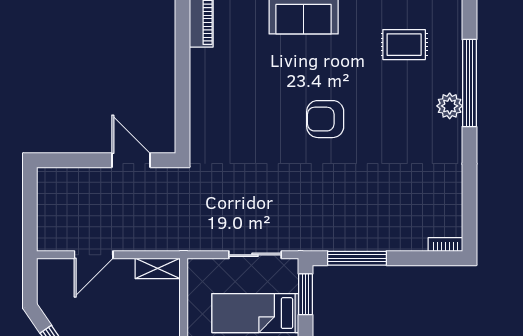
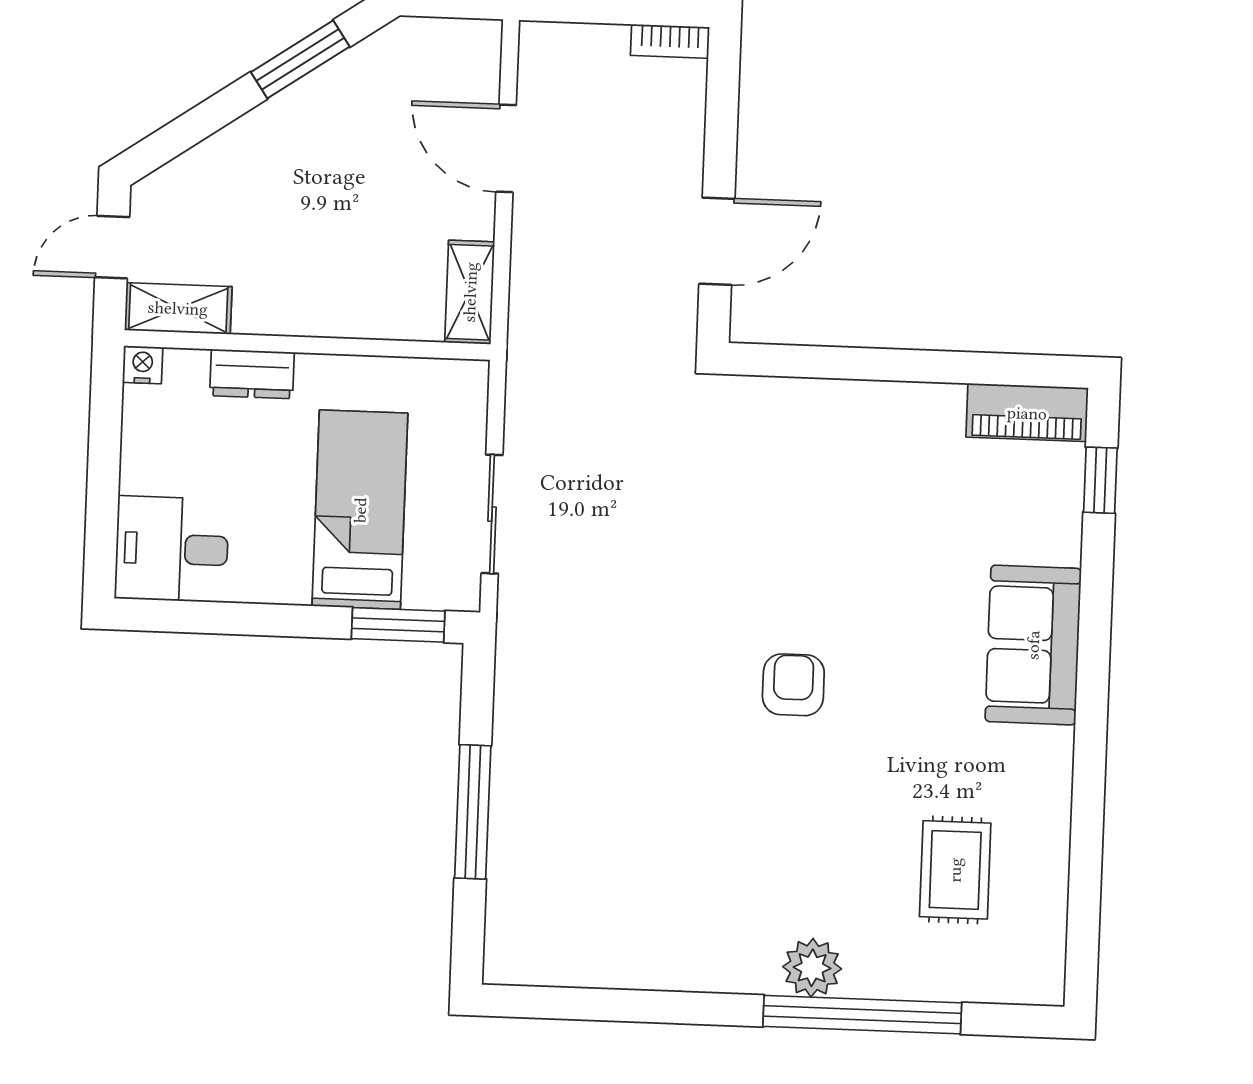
armchair: (325, 119) -> (793, 685), width x0.72, depth x0.72
bookcase: (445, 244) -> (670, 41), moved, turned 90
window: (357, 258) -> (473, 812), moved

